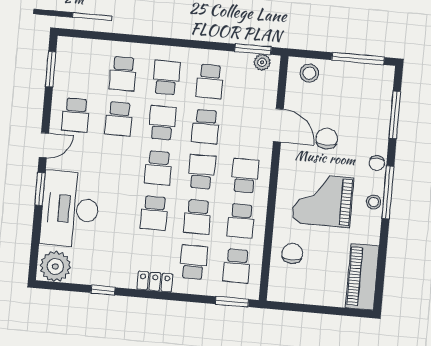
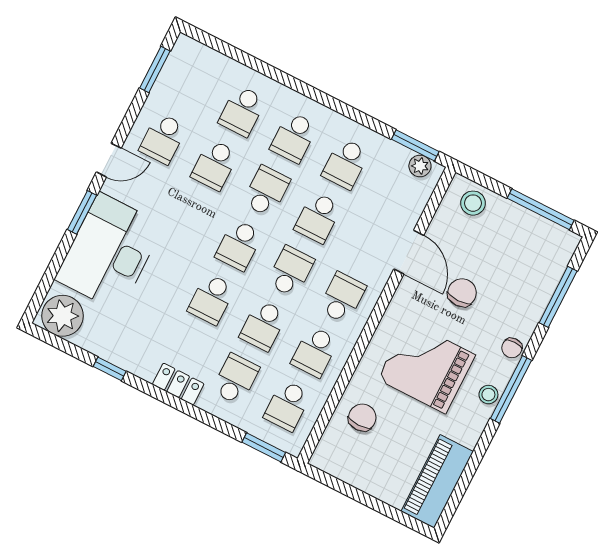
school desk: (166, 78) -> (294, 137), turned 180

